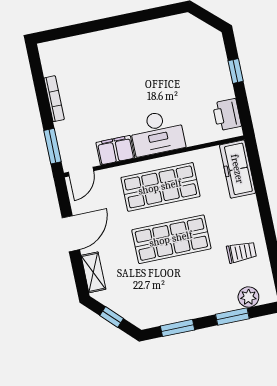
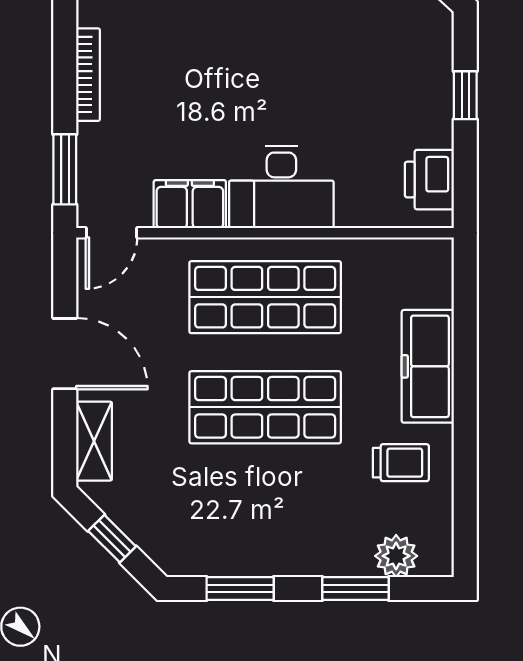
freezer: (237, 169) -> (428, 366), moved
door: (71, 234) -> (65, 354), hinge flipped

